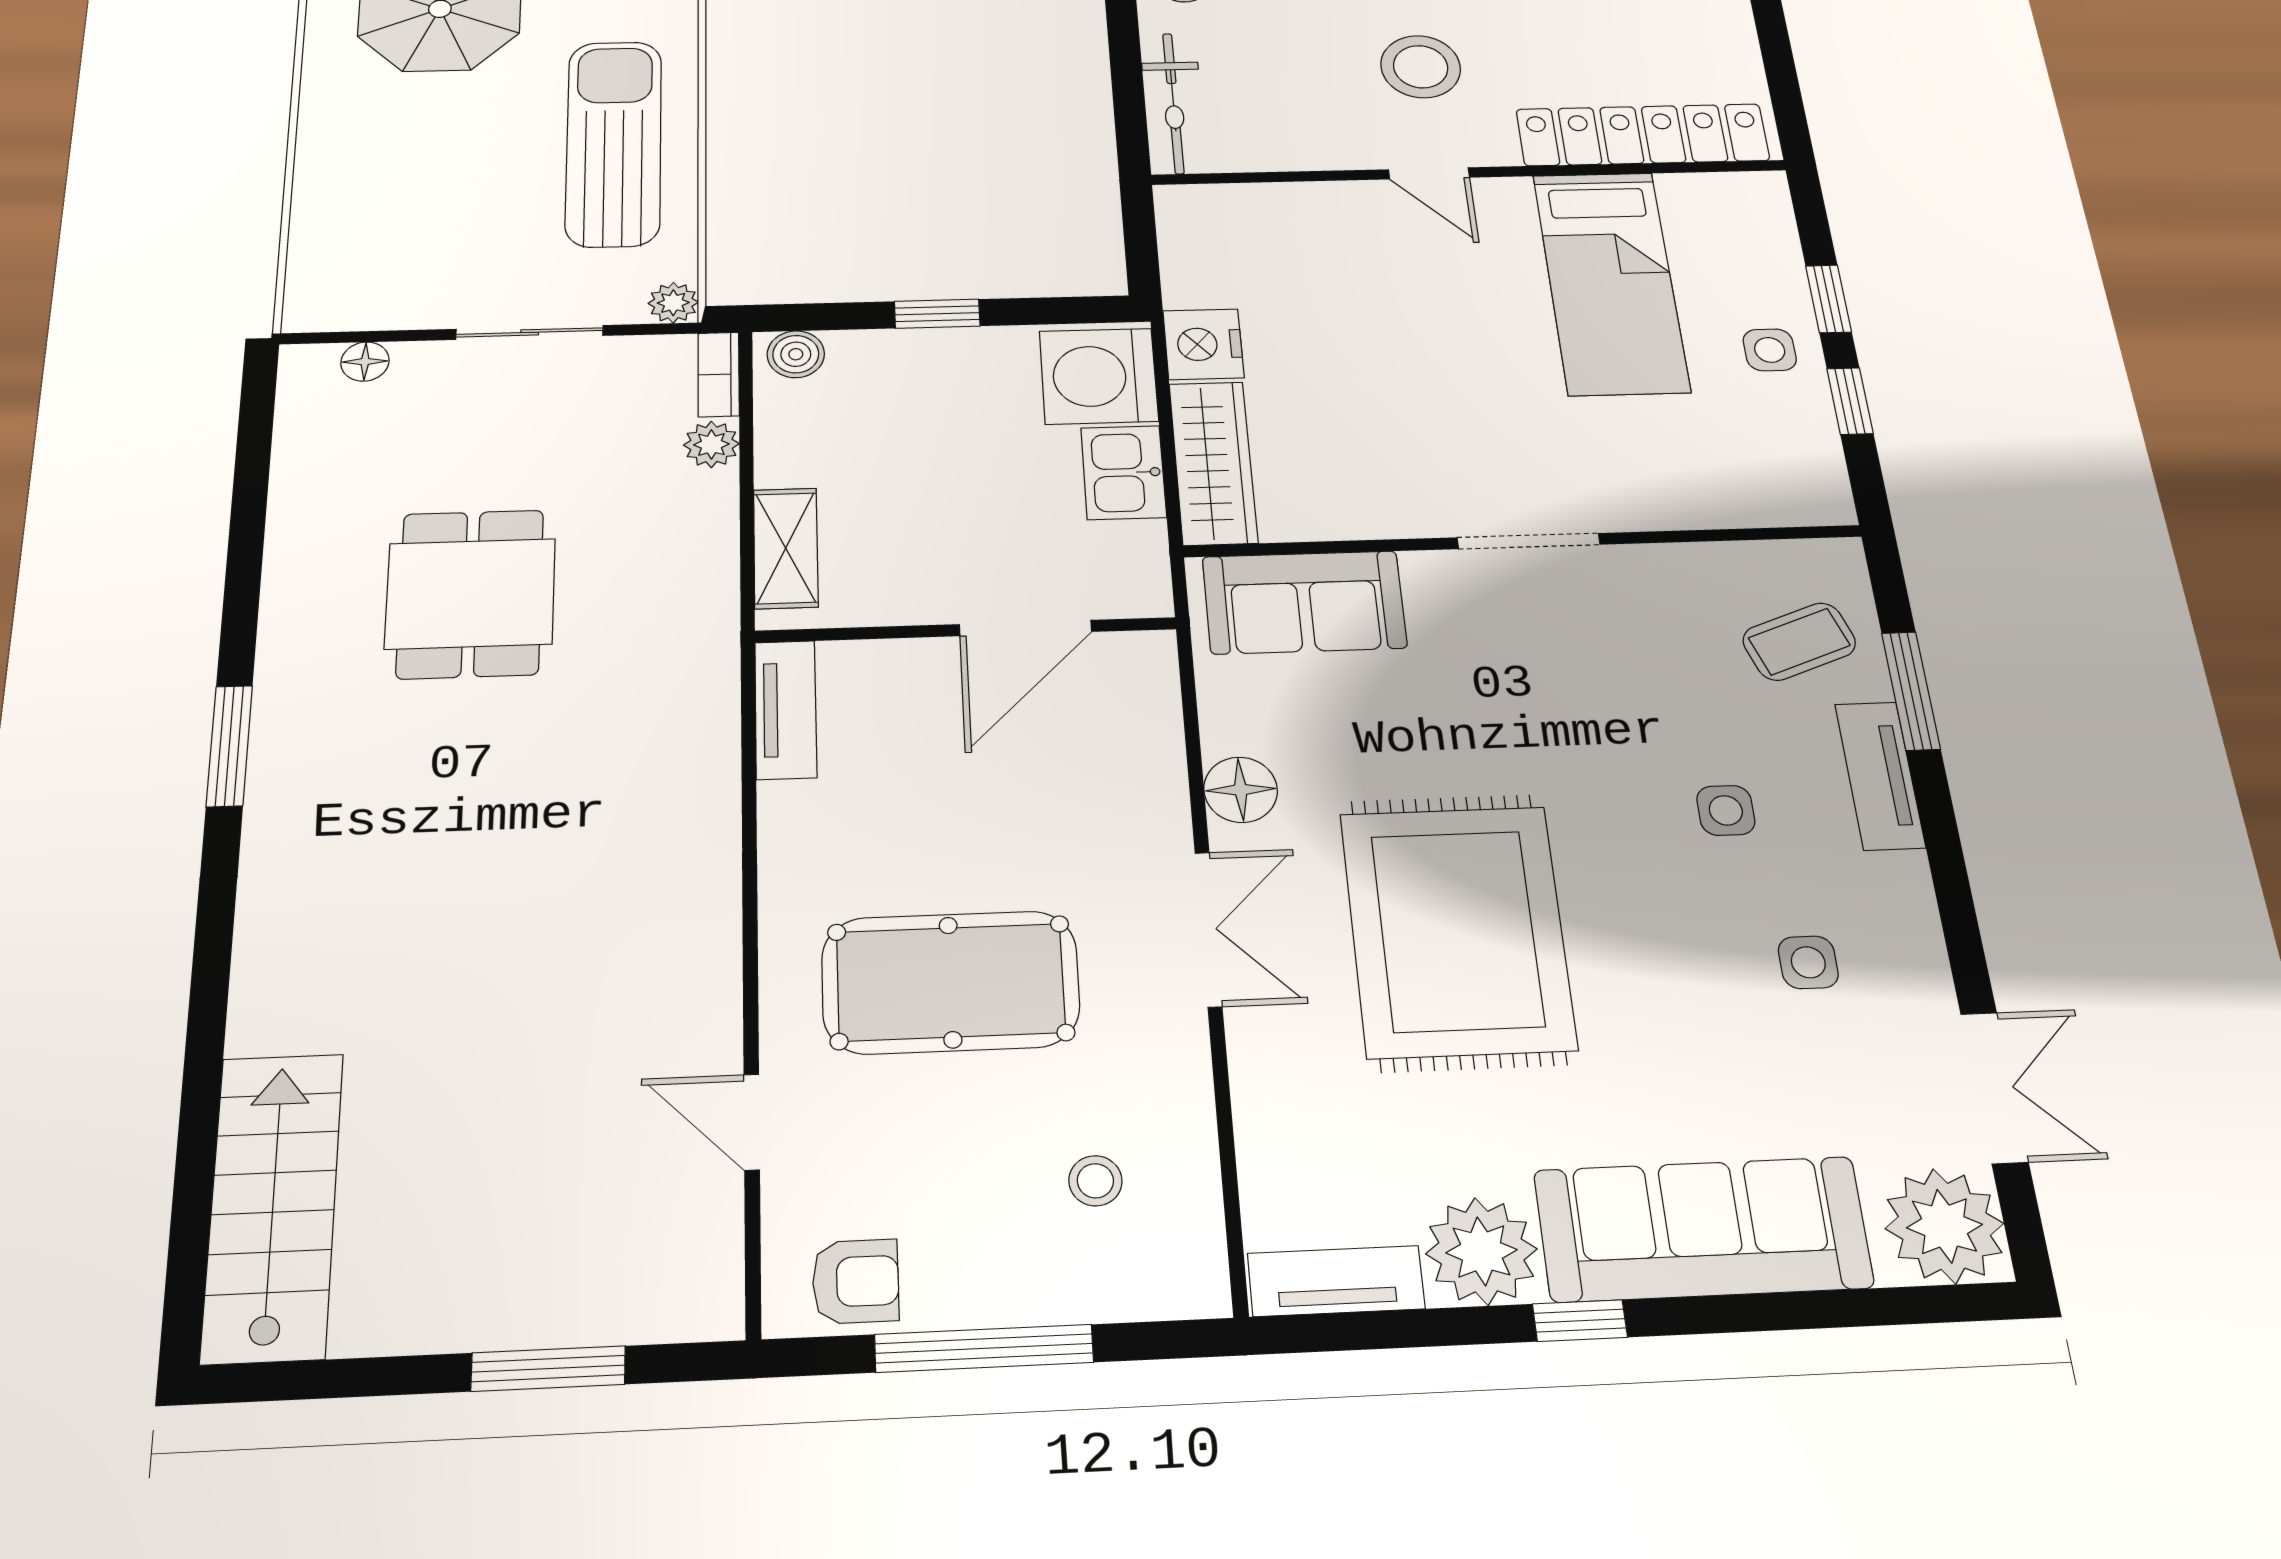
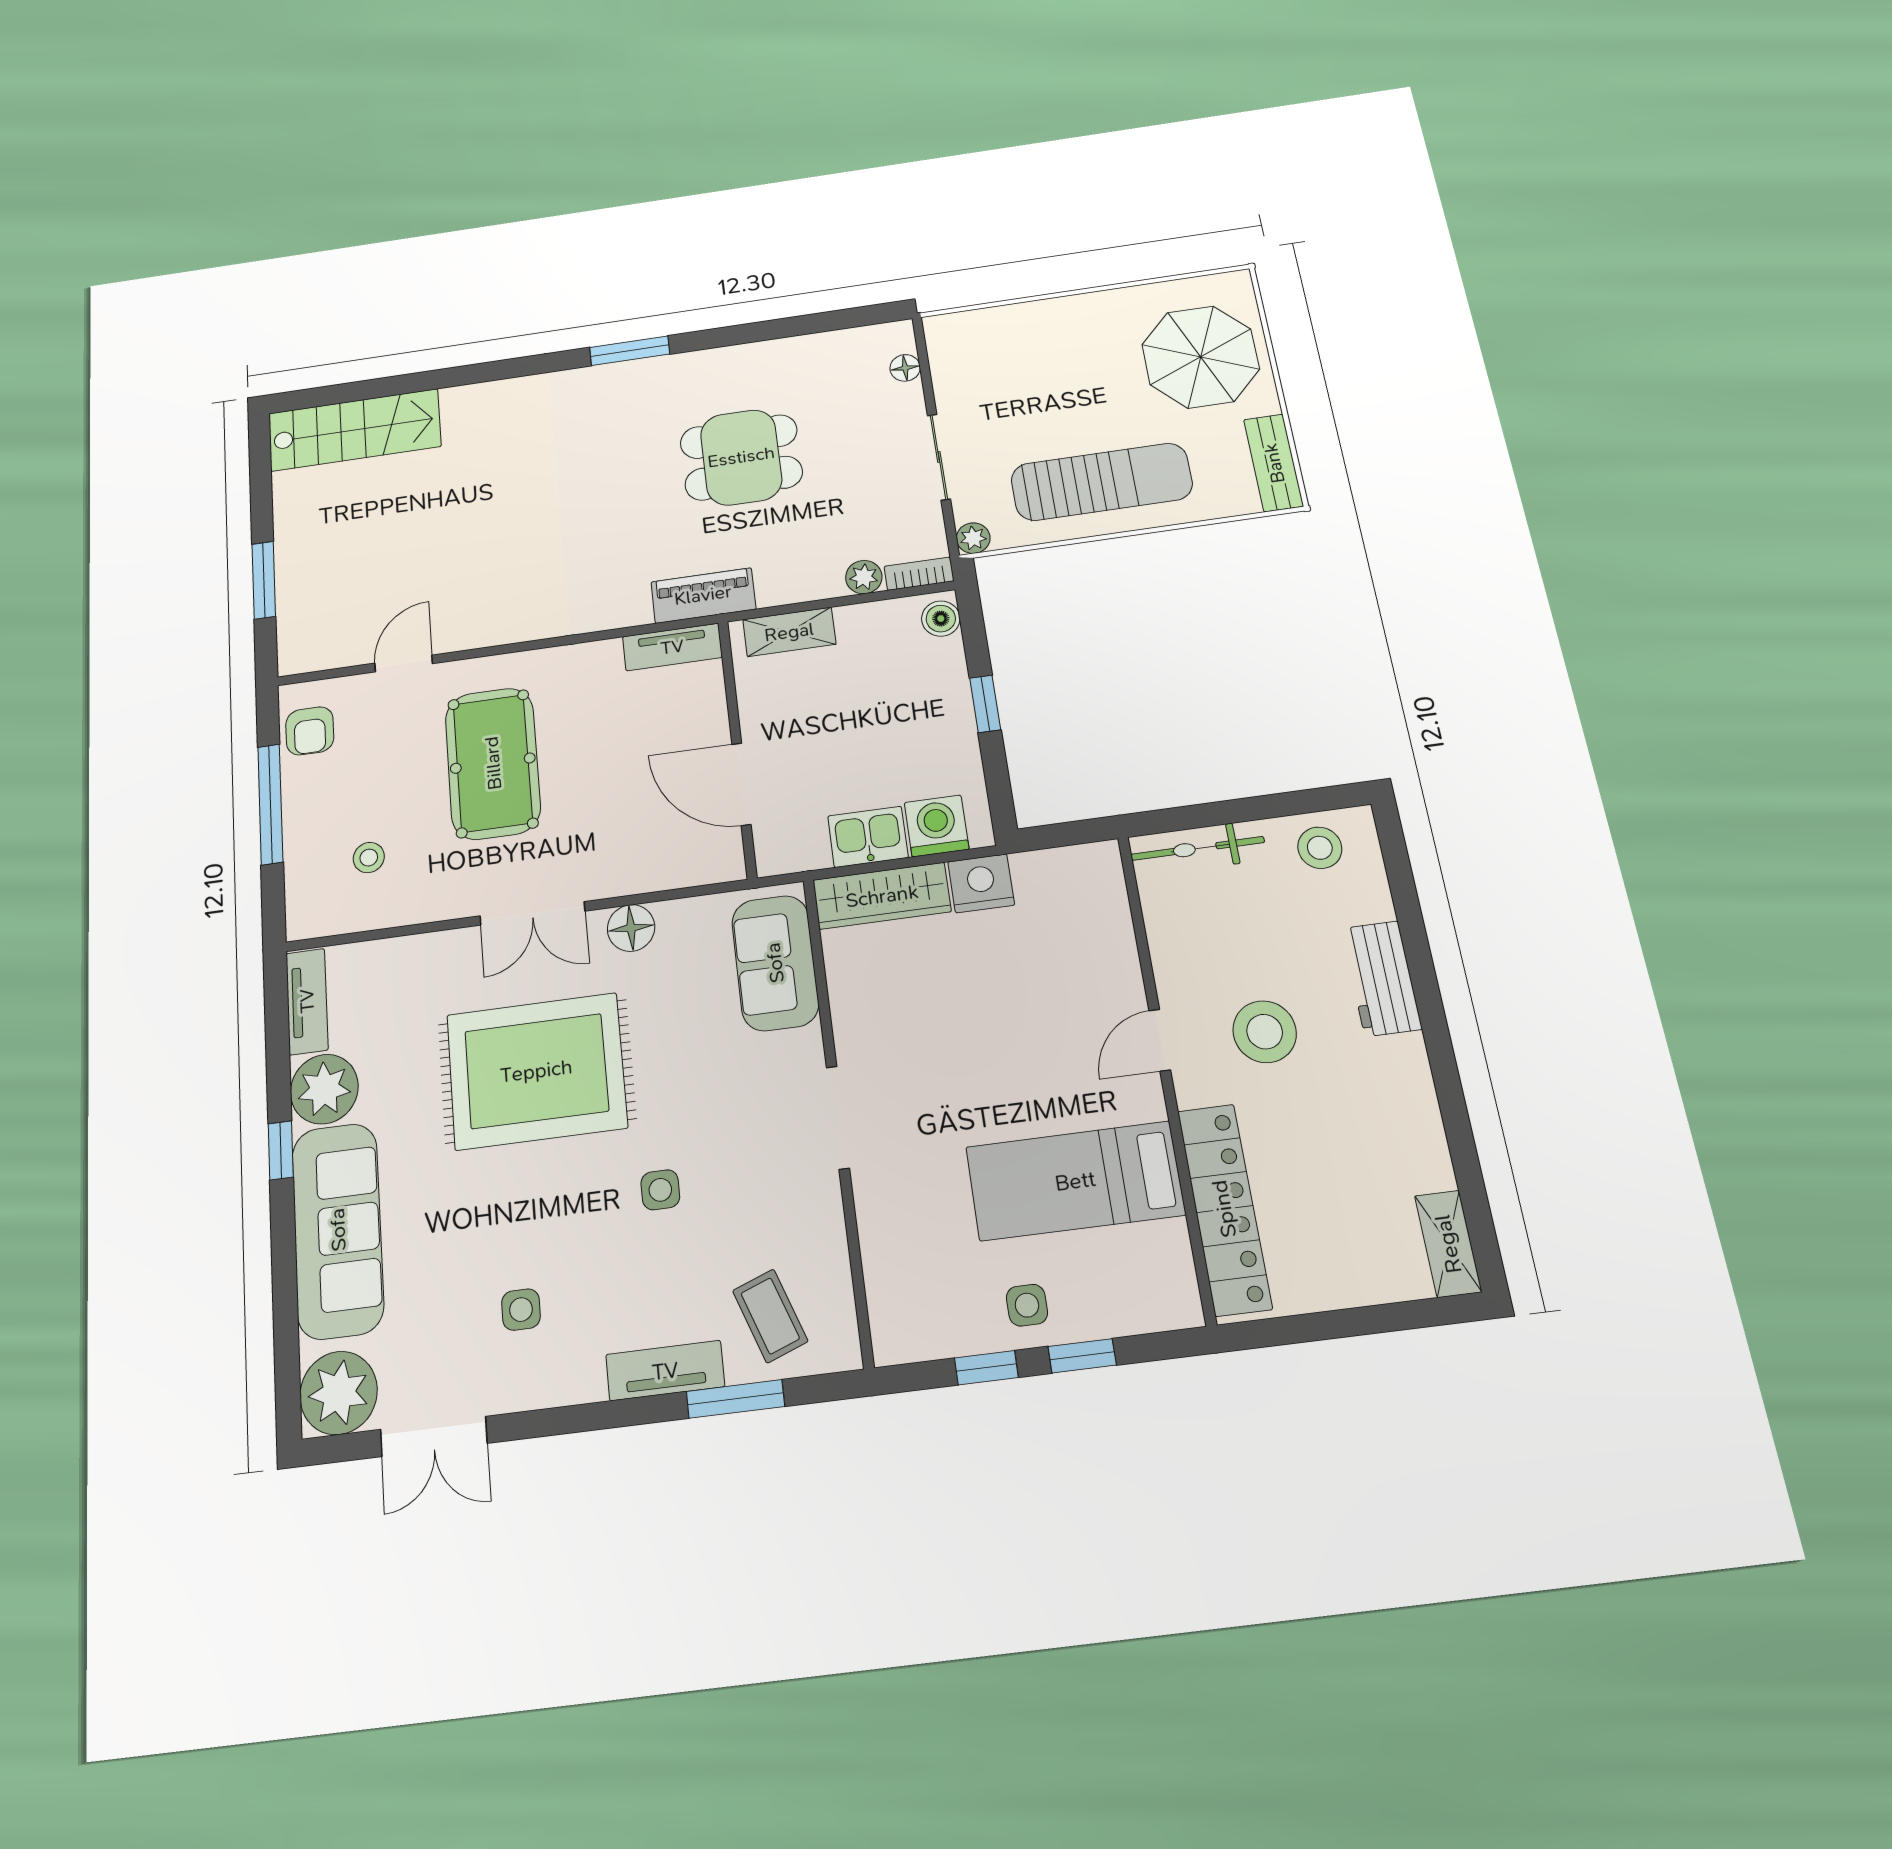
washing machine: (1099, 376) -> (937, 826), width x0.73, depth x0.73
piano: (704, 661) -> (703, 595), added
side table: (1726, 810) -> (660, 1190), moved

